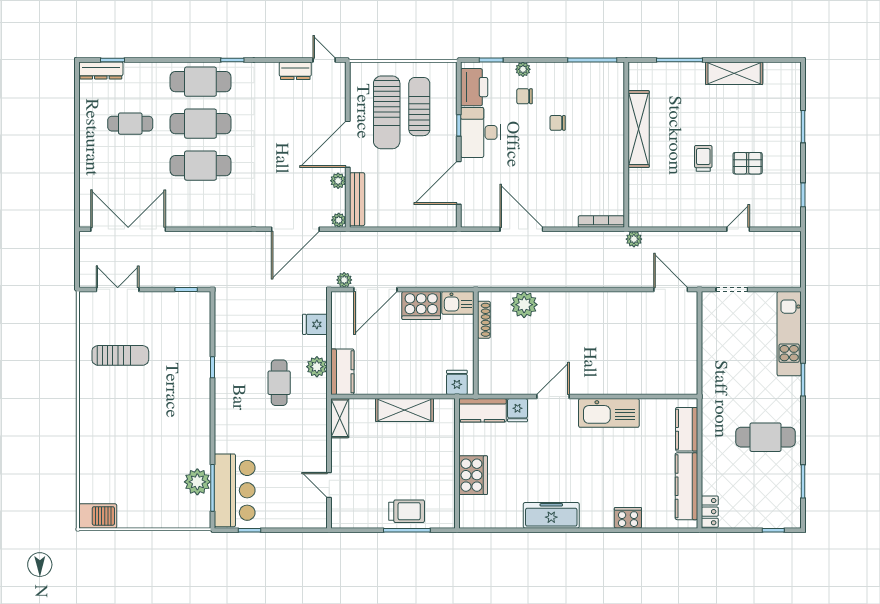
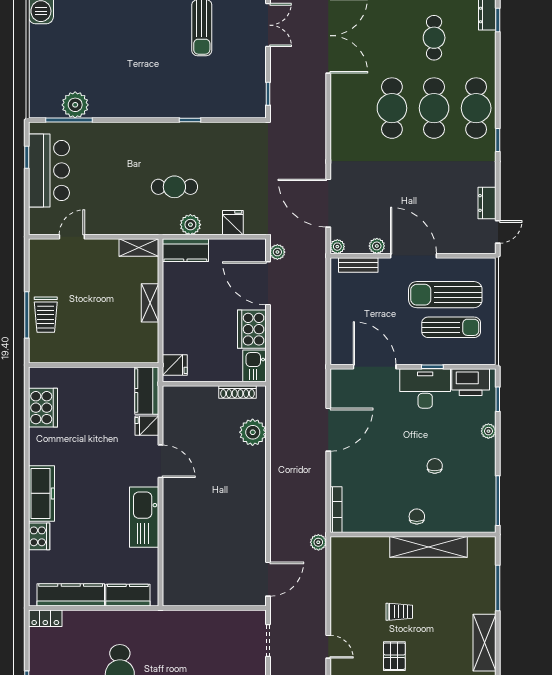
chair: (525, 96) -> (417, 516), moved
bench: (357, 199) -> (358, 265), width x0.73
shelving: (404, 410) -> (150, 303), width x0.67, depth x0.75
cooker: (473, 475) -> (43, 408), moved, turned -90
bar counter: (235, 490) -> (49, 170), moved, turned -90
freezer: (551, 515) -> (42, 493), moved

